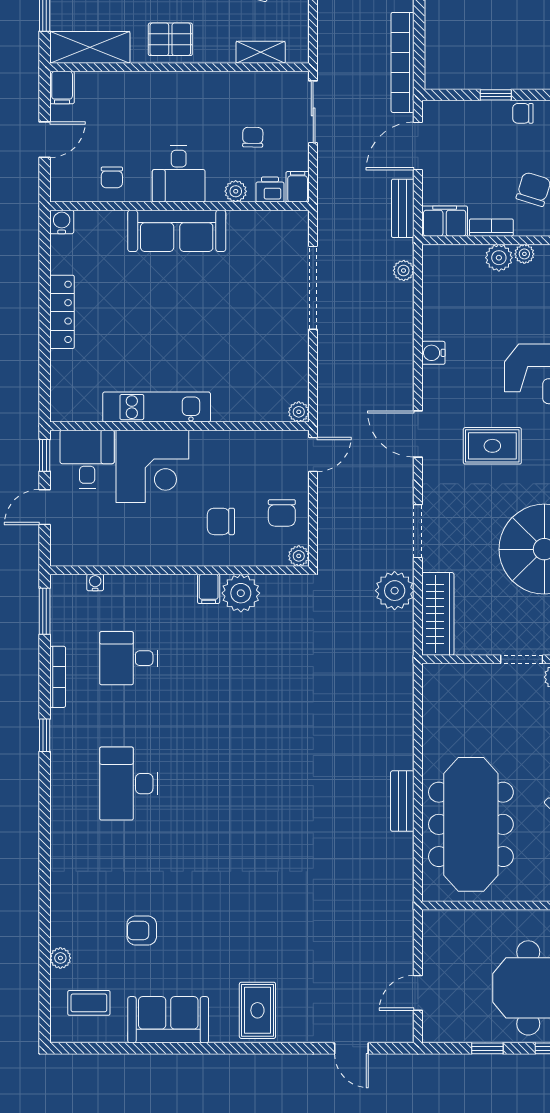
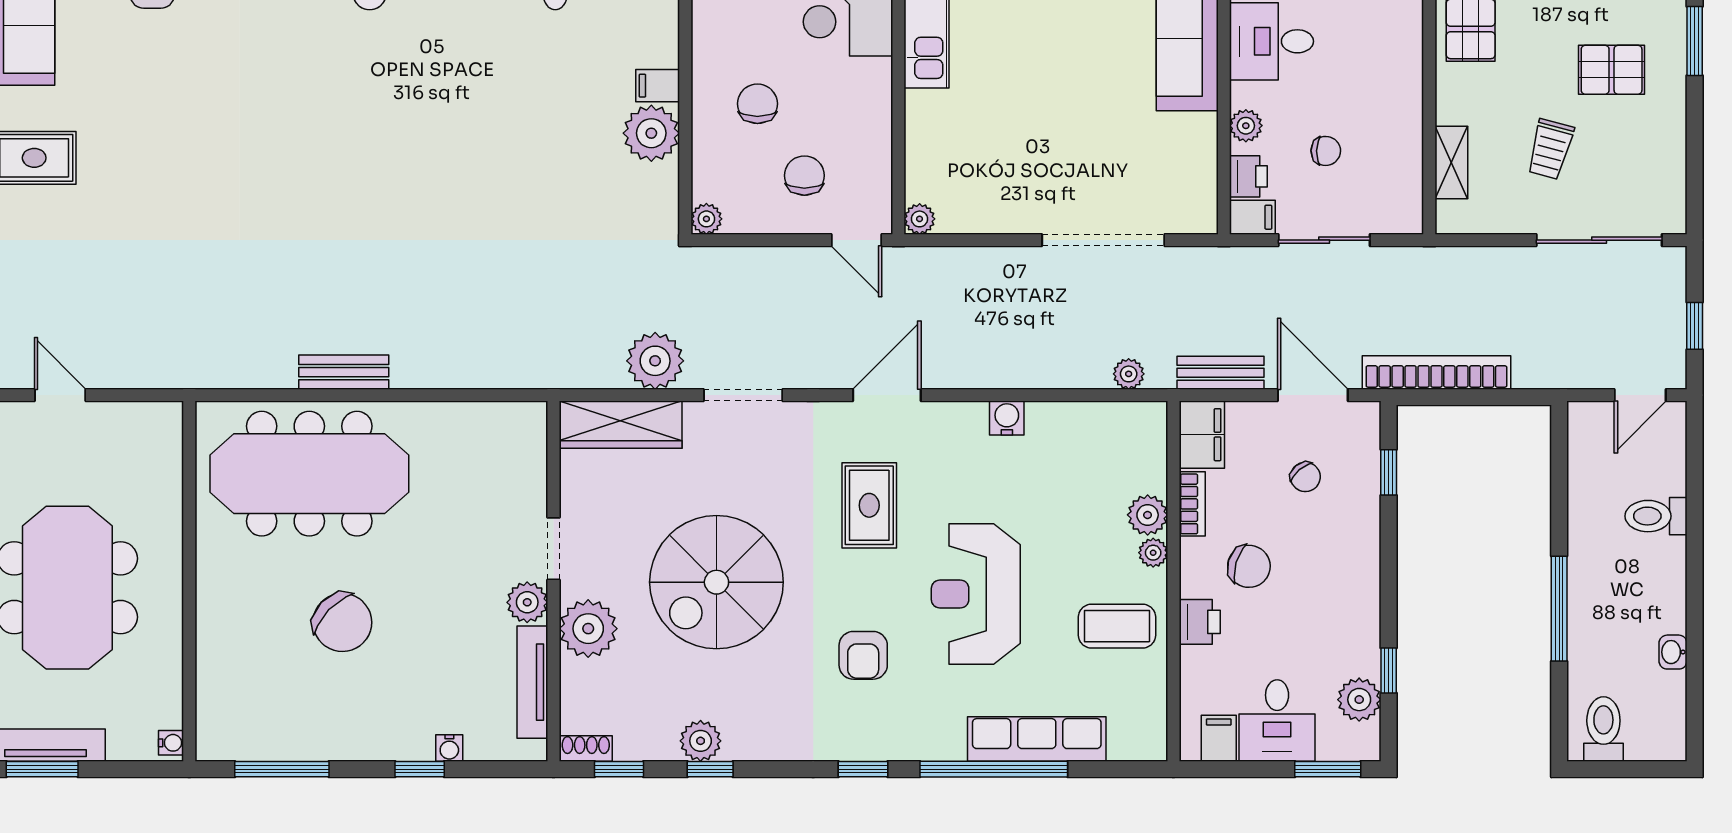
window: (496, 95) -> (1389, 472), moved
sliding door: (313, 112) -> (1324, 240), moved
chair: (523, 113) -> (1305, 477), moved, turned 140
chair: (282, 513) -> (804, 176), moved, turned 90

